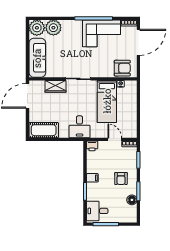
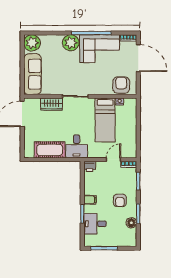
plant: (53, 28) -> (71, 43), moved
door: (138, 42) -> (138, 58), hinge flipped
armchair: (122, 68) -> (121, 85), turned -90
cot: (44, 130) -> (50, 150), moved
door: (115, 139) -> (113, 160), hinge flipped
desk: (97, 211) -> (95, 224), moved

